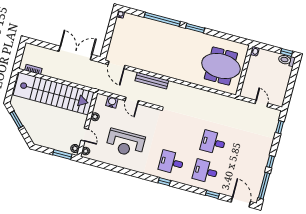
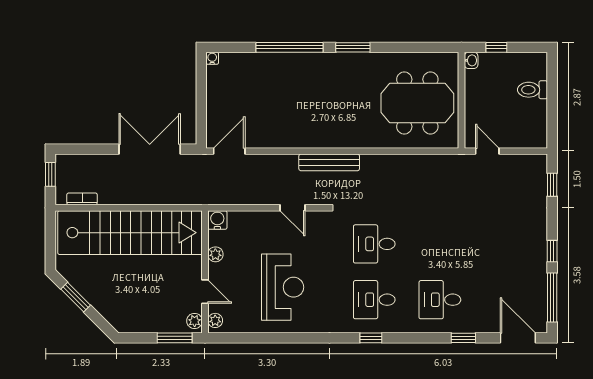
window: (20, 52) -> (50, 174), added
window: (286, 52) -> (496, 47), moved
toilet: (287, 60) -> (532, 90), moved
door: (117, 65) -> (229, 151), swing flipped
bench: (152, 81) -> (329, 162), moved
door: (132, 101) -> (292, 208), moved
water cooler: (112, 102) -> (217, 220), moved
door: (261, 104) -> (487, 151), moved
desk: (213, 142) -> (374, 244), moved
reception desk: (125, 143) -> (283, 287), turned -90

